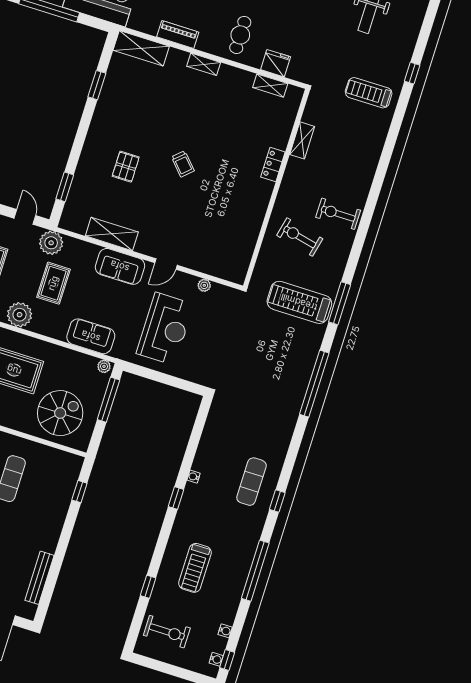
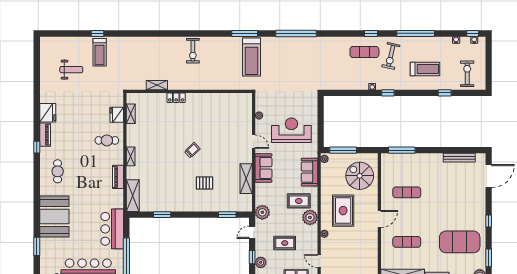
treadmill: (369, 93) -> (100, 52), moved
exercise bike: (300, 237) -> (391, 56), moved
rug: (53, 283) -> (299, 201), moved
window: (79, 492) -> (402, 150), width x2.17

